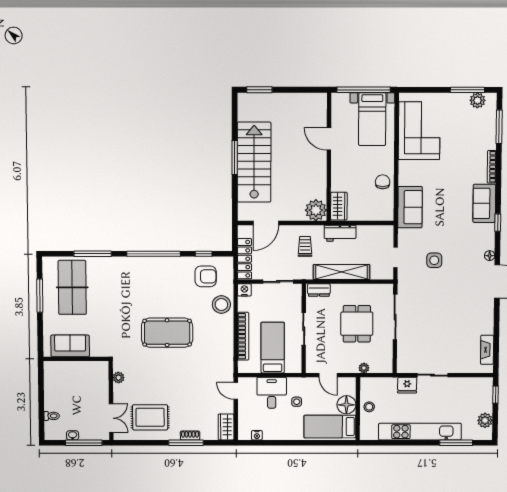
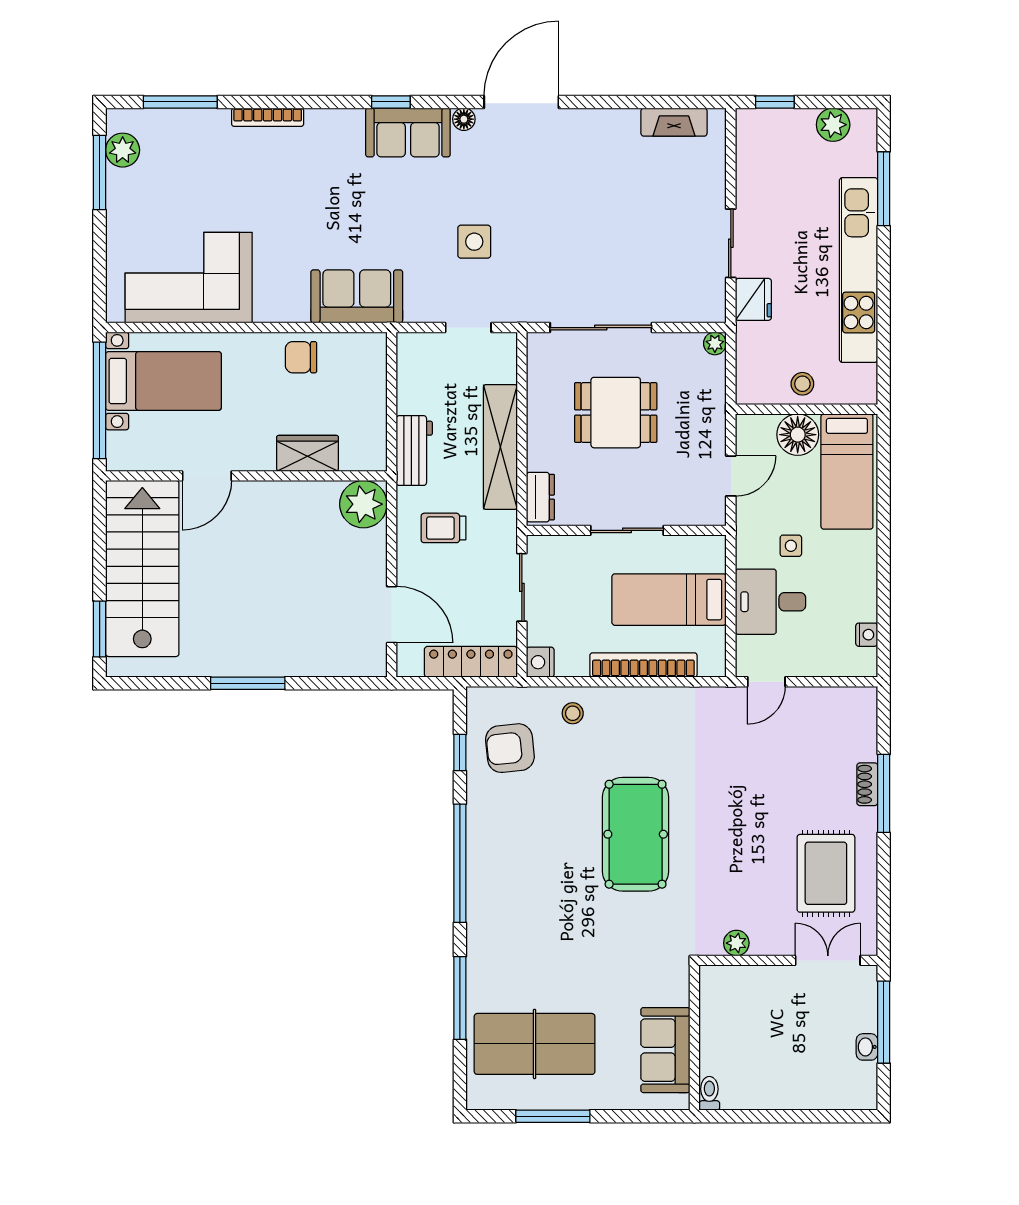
stairs: (254, 162) -> (142, 568), moved, turned 90
sofa: (484, 203) -> (408, 132), moved
wardrobe: (339, 206) -> (308, 453), moved
armchair: (206, 276) -> (510, 748), turned -96
stool: (221, 305) -> (573, 713), width x0.53, depth x0.53
plant: (364, 368) -> (715, 343), moved
toilet: (52, 416) -> (709, 1093), moved
wardrobe: (226, 427) -> (848, 704), removed

